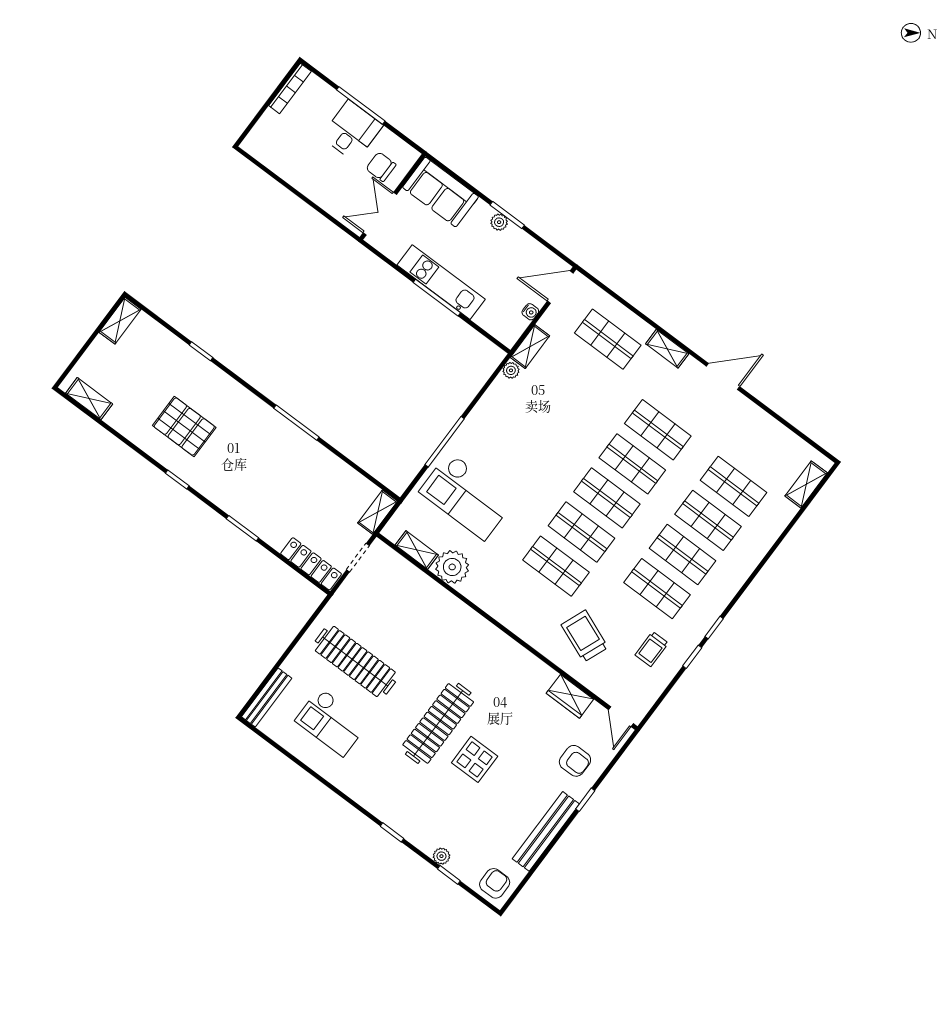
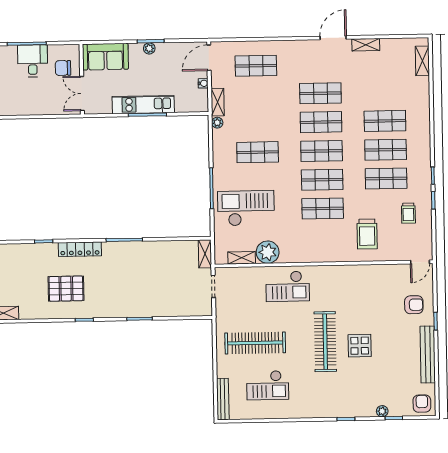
shelving: (667, 349) -> (366, 45), moved
shop shelf: (734, 486) -> (258, 152), moved
checkout: (467, 496) -> (246, 208), turned 180
locker: (311, 564) -> (80, 249), moved, turned 180
checkout: (445, 625) -> (288, 286), added
trolley: (585, 636) -> (367, 234), turned -112
wardrobe: (570, 696) -> (384, 272), removed
door: (621, 717) -> (420, 262), hinge flipped

